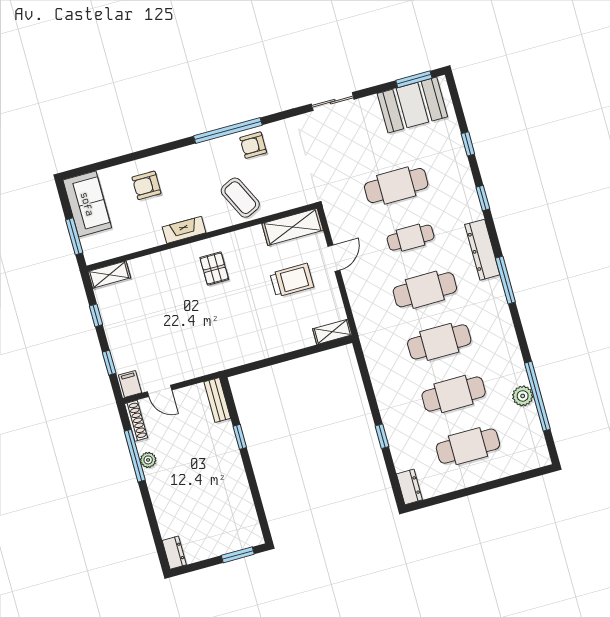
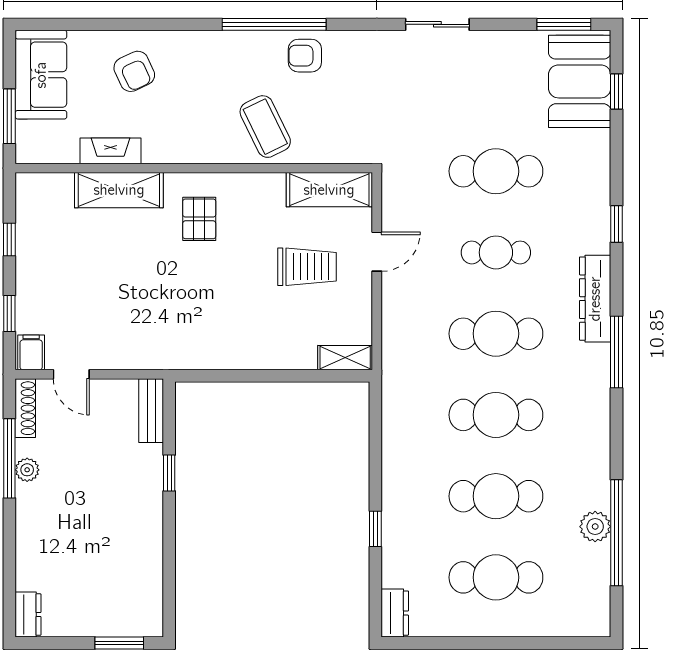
booth: (412, 105) -> (580, 81), moved, turned 90
window: (468, 144) -> (616, 92), moved
armchair: (146, 185) -> (134, 71), turned -115
fireplace: (184, 230) -> (110, 151), moved
shelving: (109, 275) -> (119, 190), moved, width x1.50, depth x1.33

